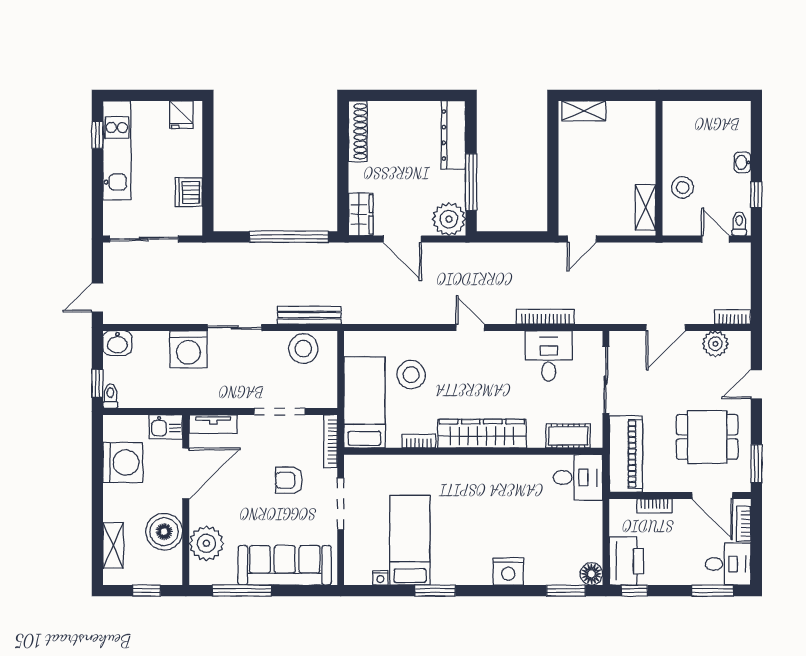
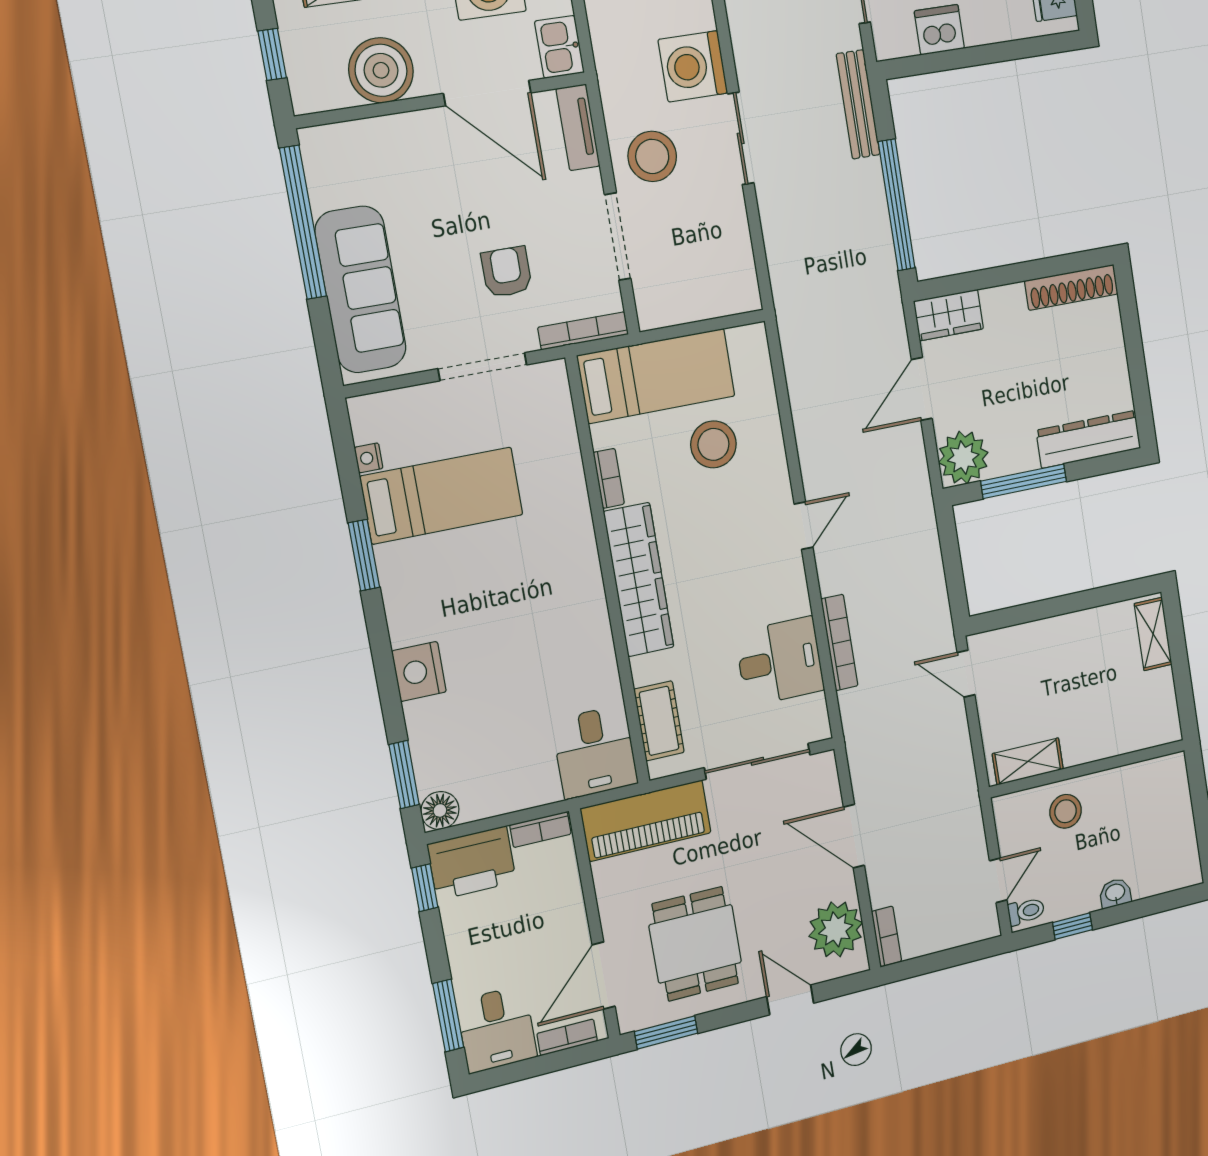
bench: (309, 315) -> (858, 104), moved
plant: (715, 344) -> (836, 929), width x1.36, depth x1.36
stool: (303, 349) -> (652, 156), moved
bookcase: (654, 506) -> (540, 829), moved, turned -90
plant: (206, 543) -> (374, 147), removed
window: (242, 591) -> (303, 222), width x1.46

